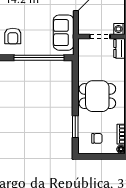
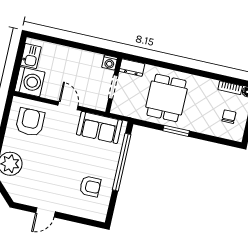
dining table: (97, 96) -> (166, 98), moved
window: (75, 127) -> (176, 131), moved

